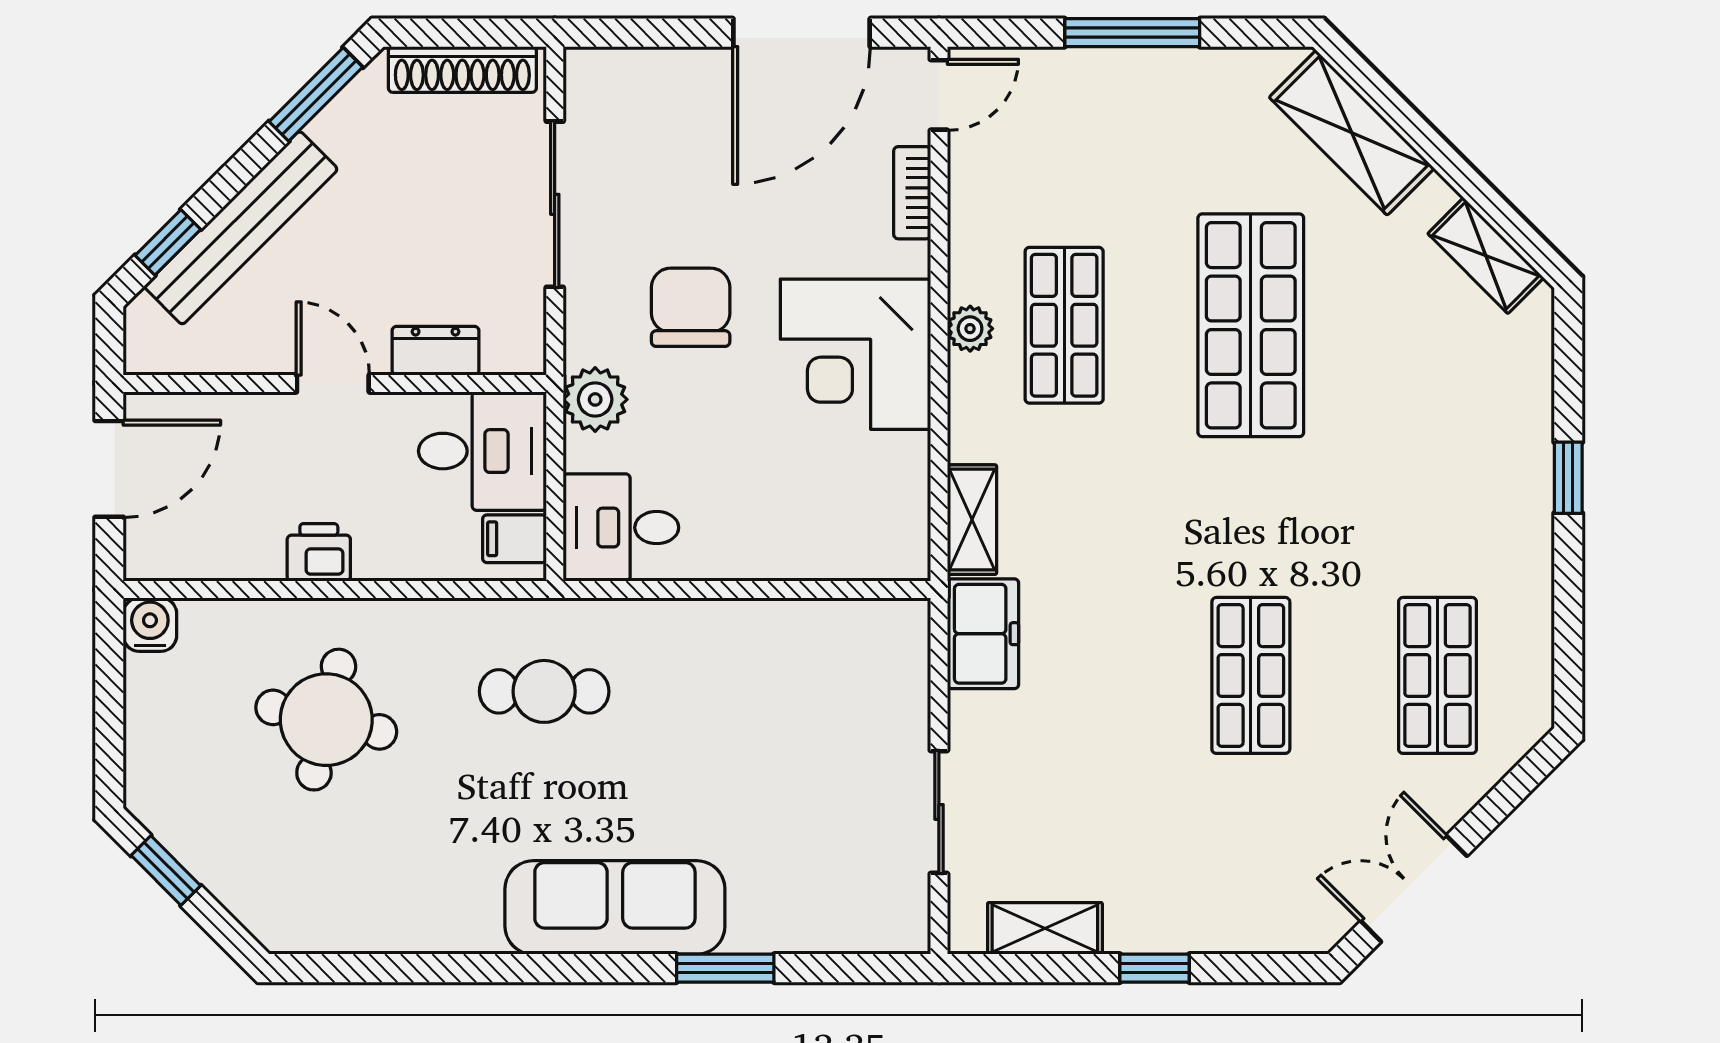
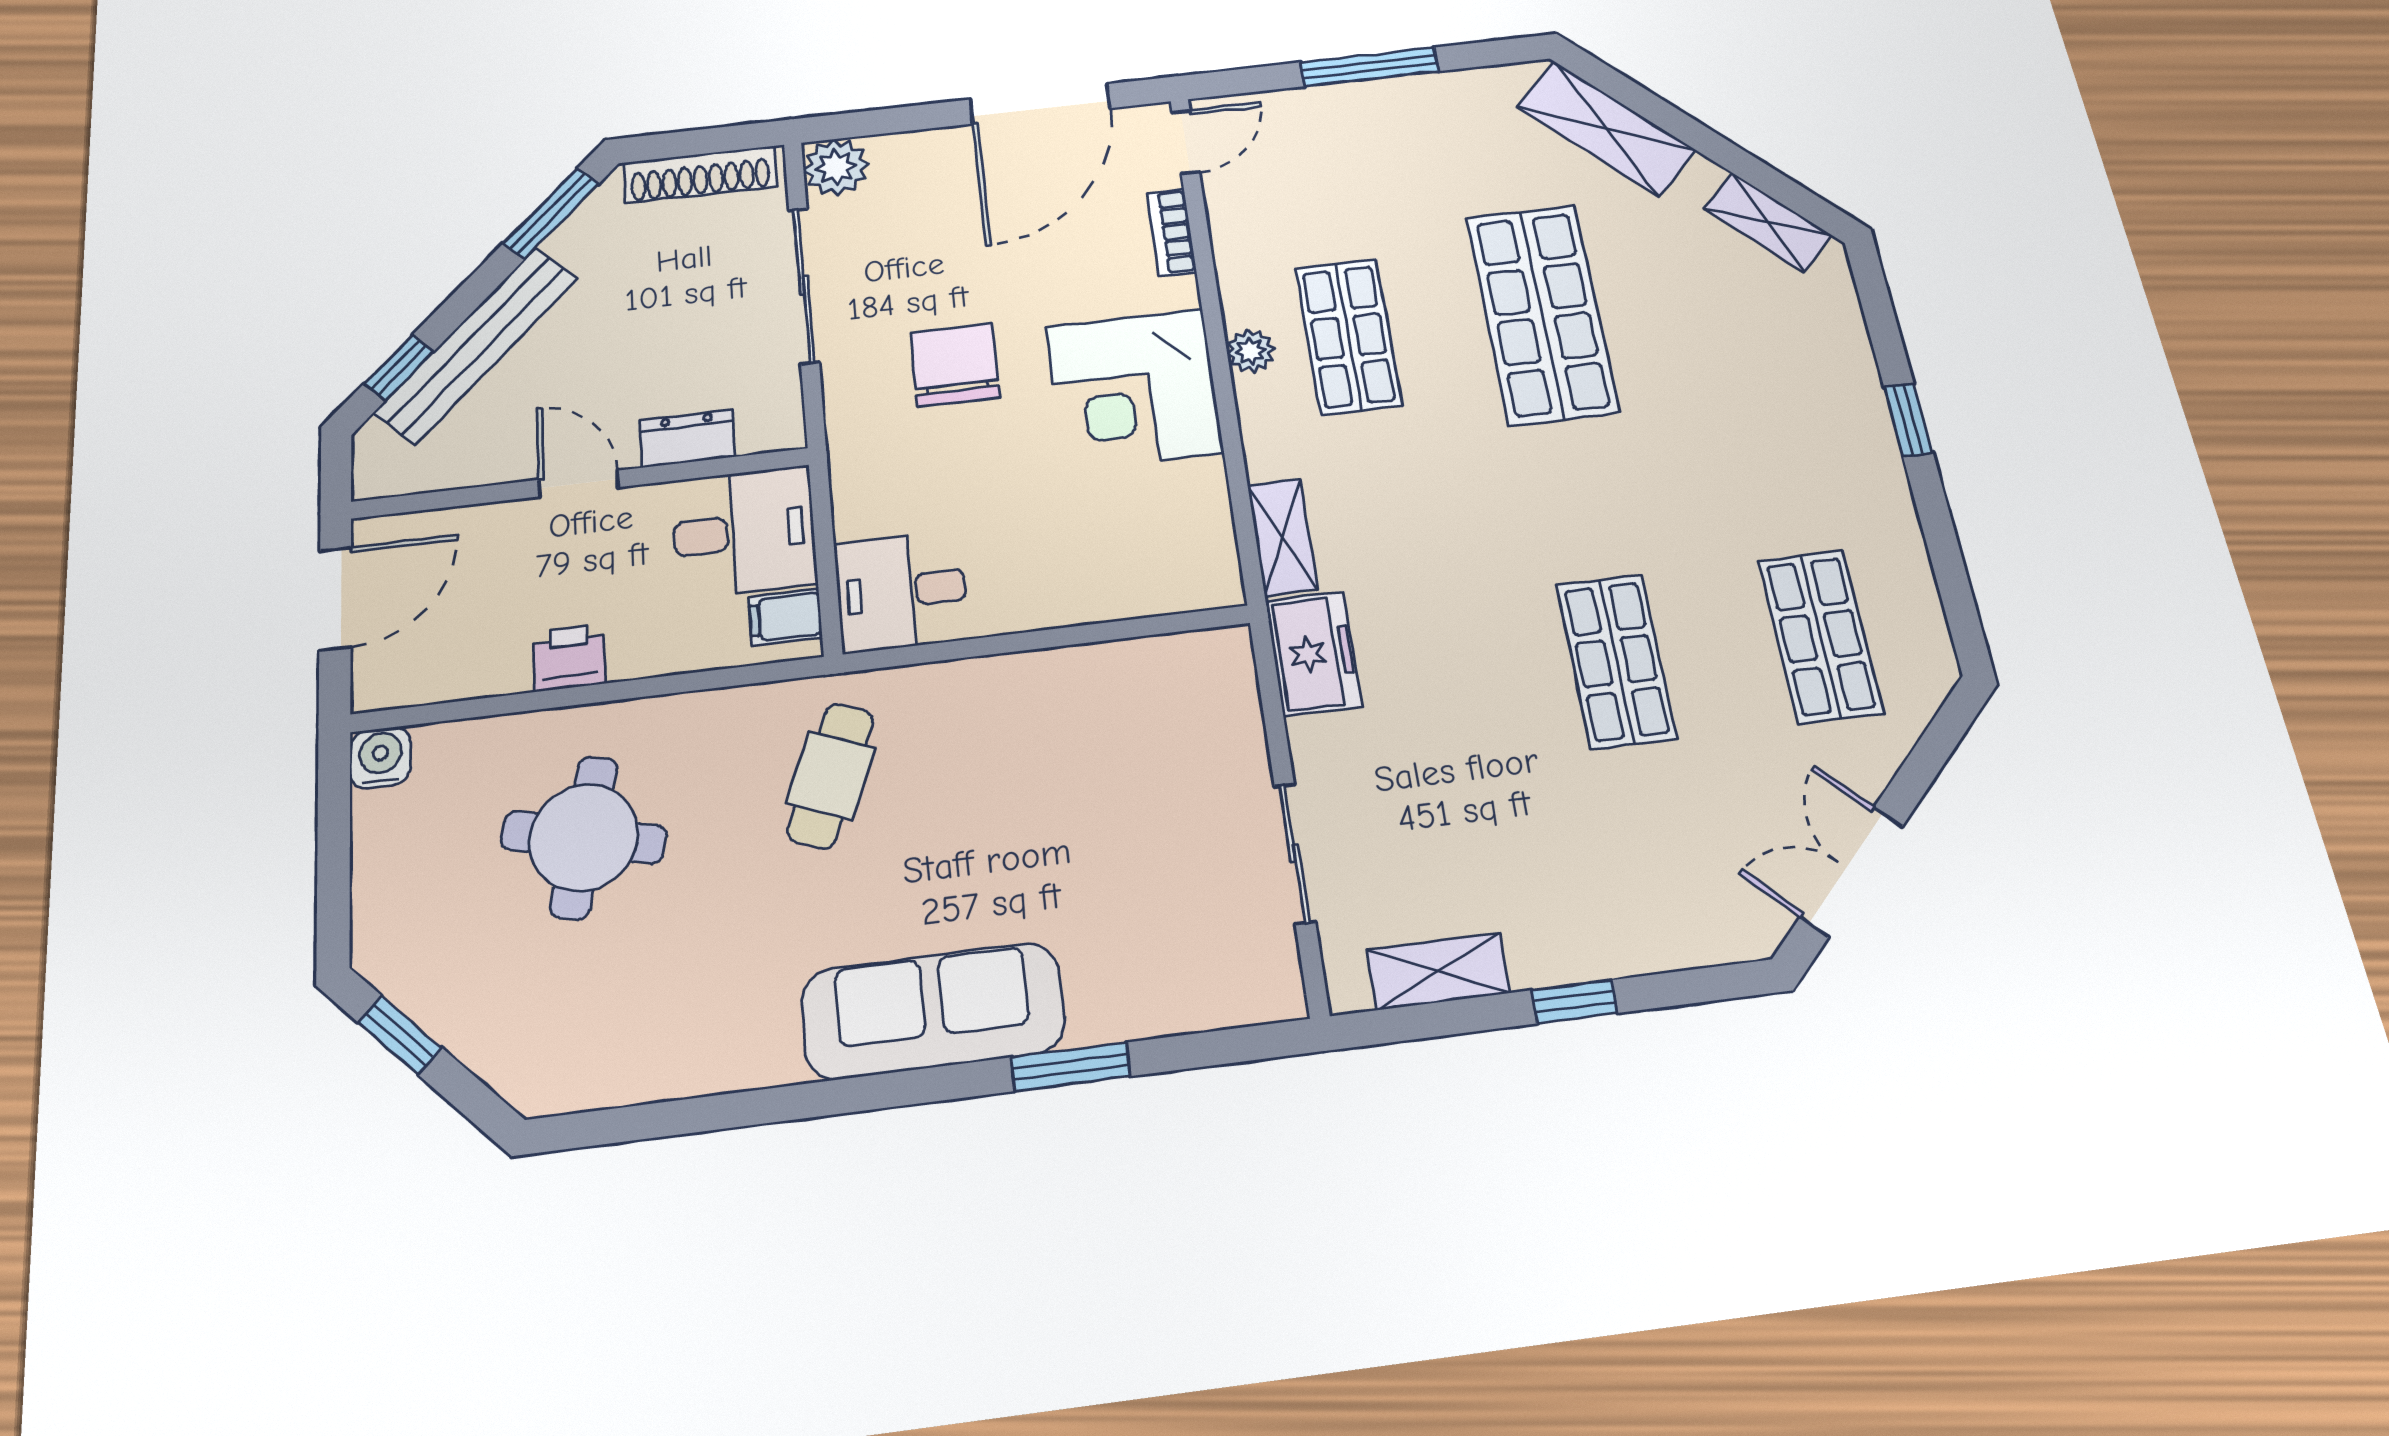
plant: (595, 399) -> (836, 167), moved
cafe table: (544, 691) -> (831, 776), turned -68

